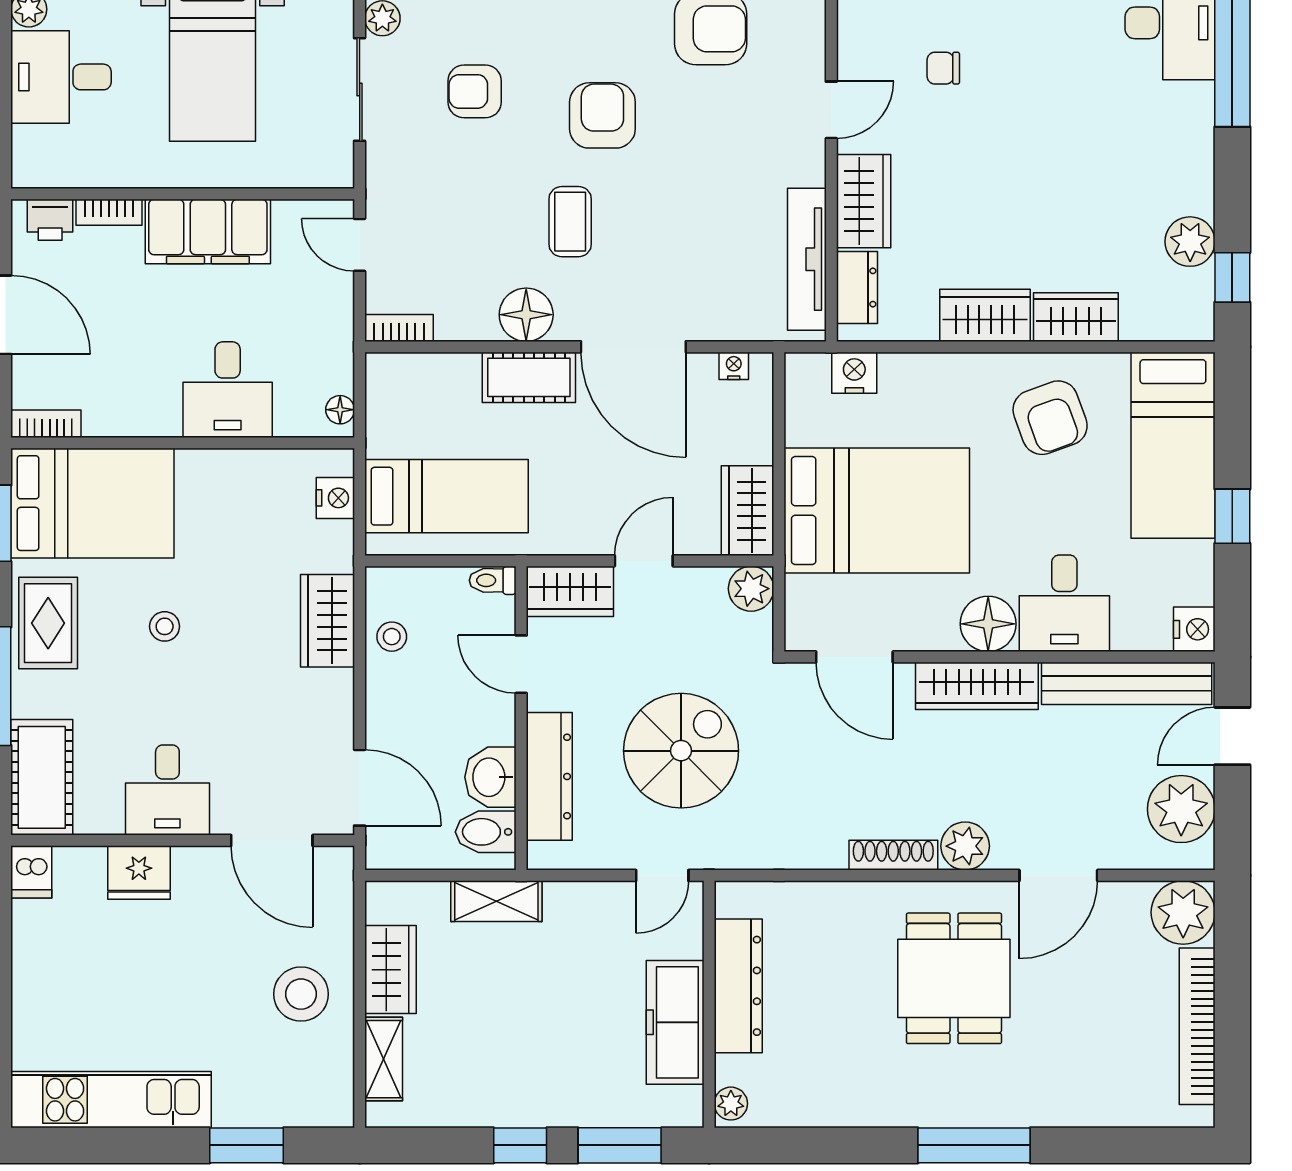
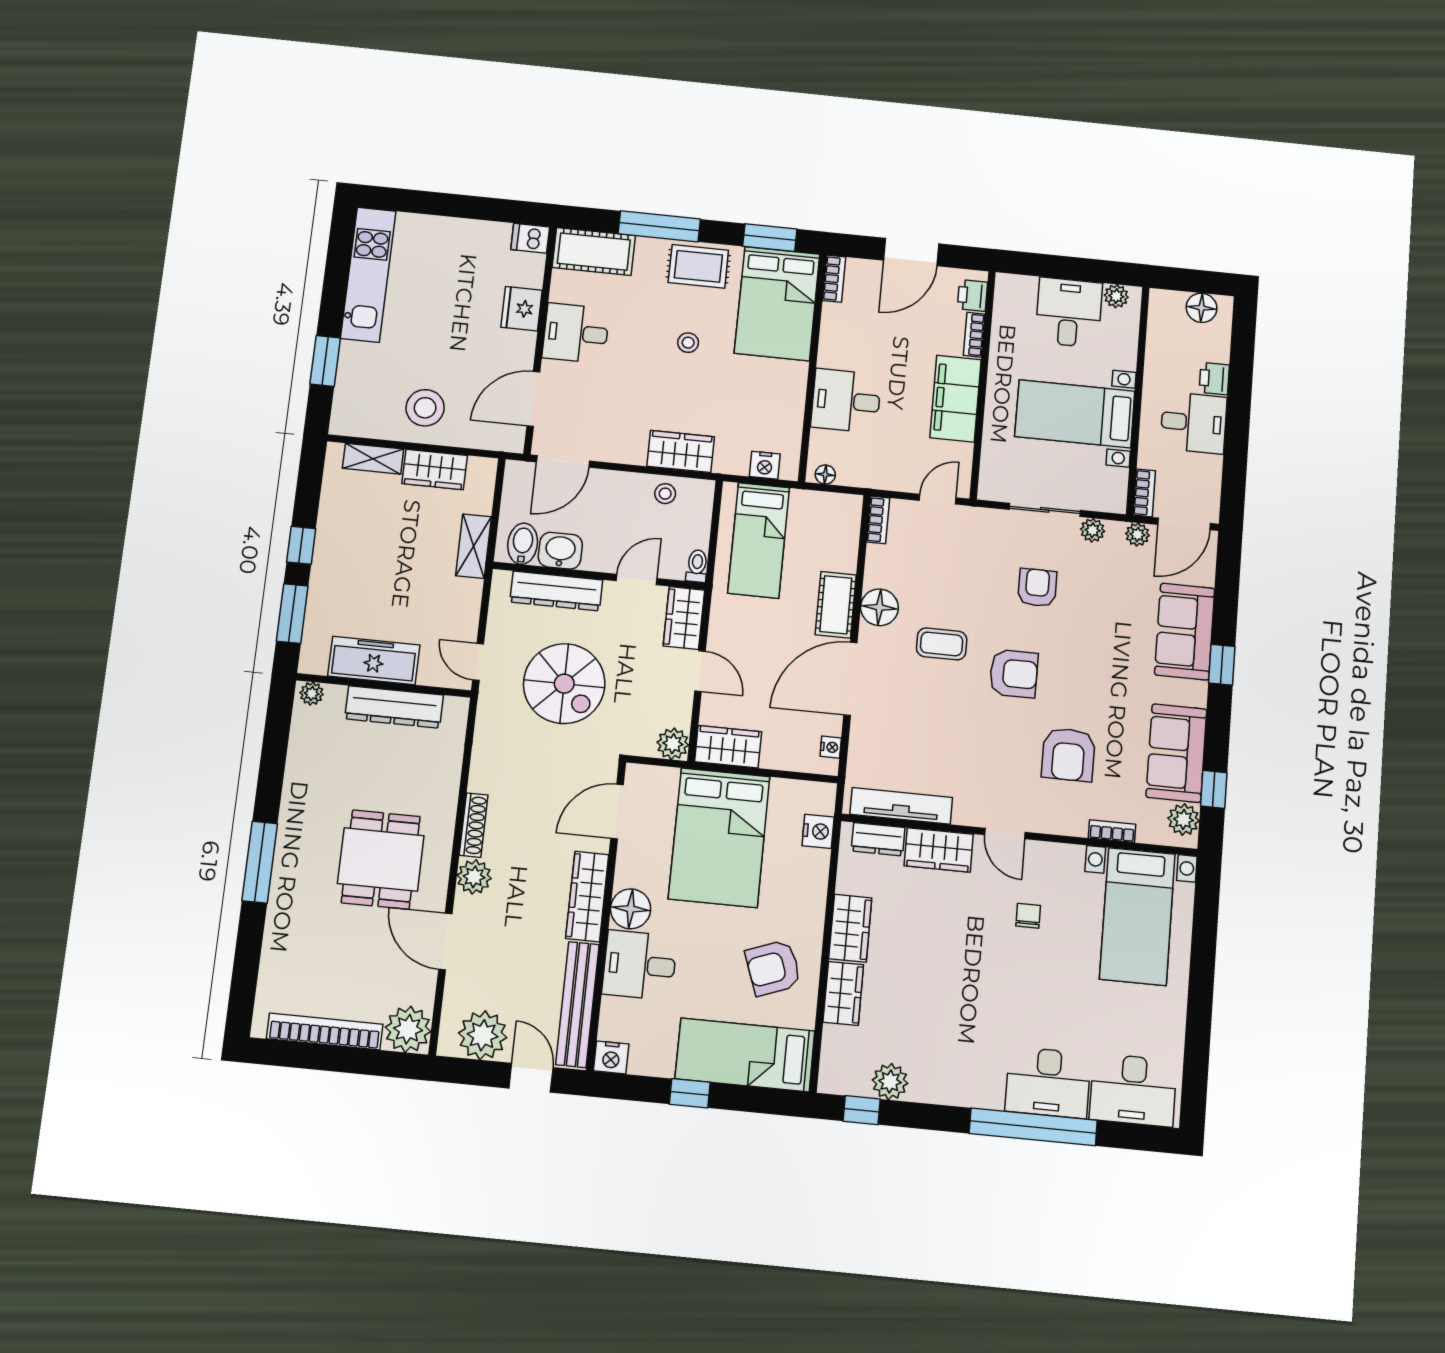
dining table: (954, 978) -> (381, 860), turned 90

